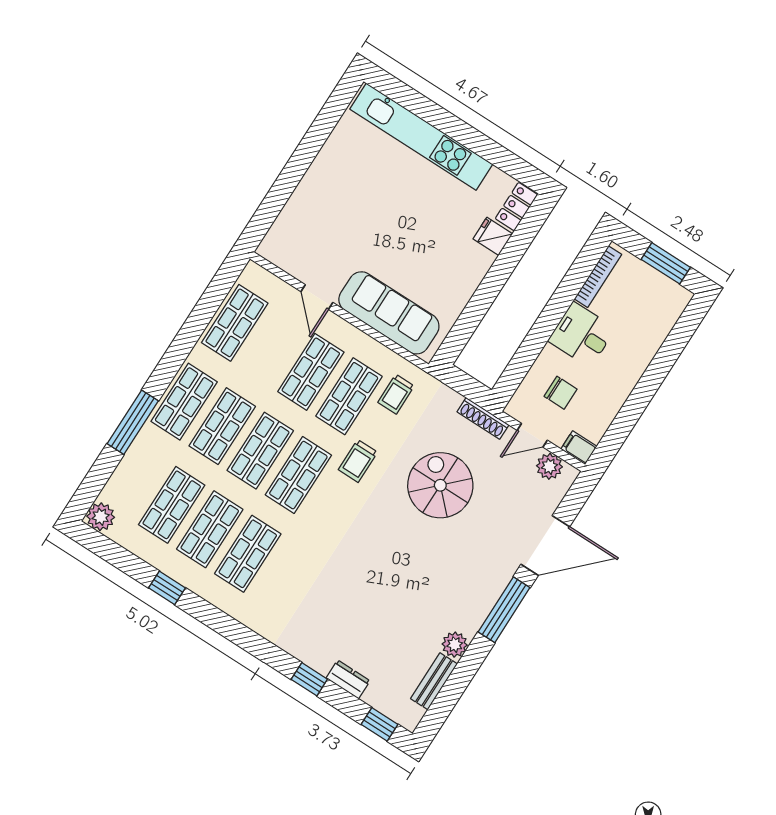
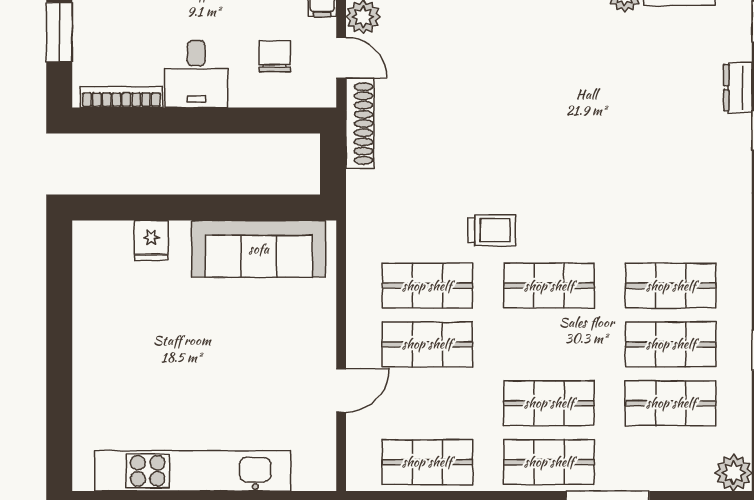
kitchen unit: (421, 137) -> (193, 471), moved, turned -90
locker: (516, 207) -> (102, 235), removed
sofa: (389, 313) -> (259, 249), moved, turned -90
trolley: (396, 394) -> (392, 236), removed
shoe rack: (483, 418) -> (360, 123), width x1.36, depth x1.24
shop shelf: (260, 451) -> (549, 344), removed
spiral stairs: (440, 485) -> (460, 123), removed

